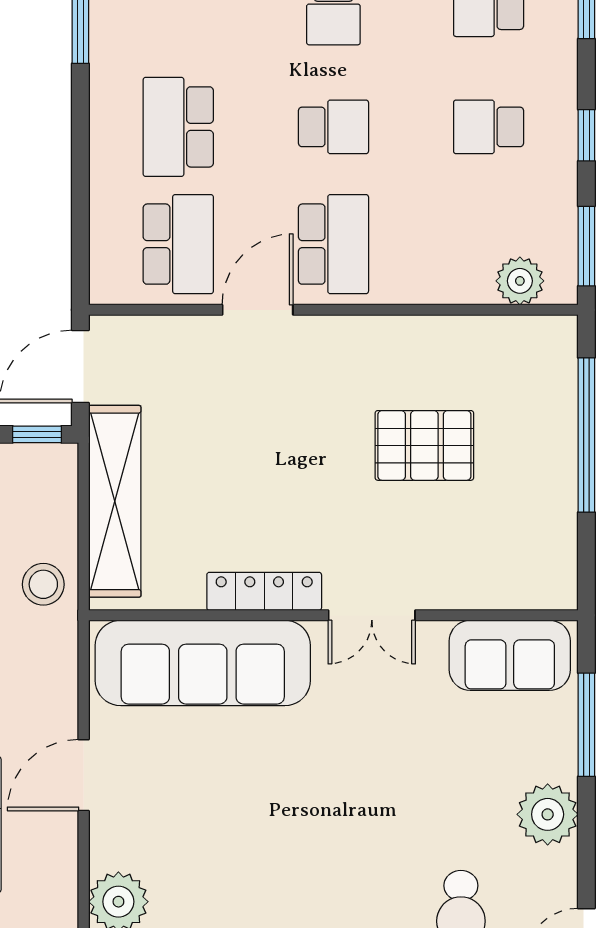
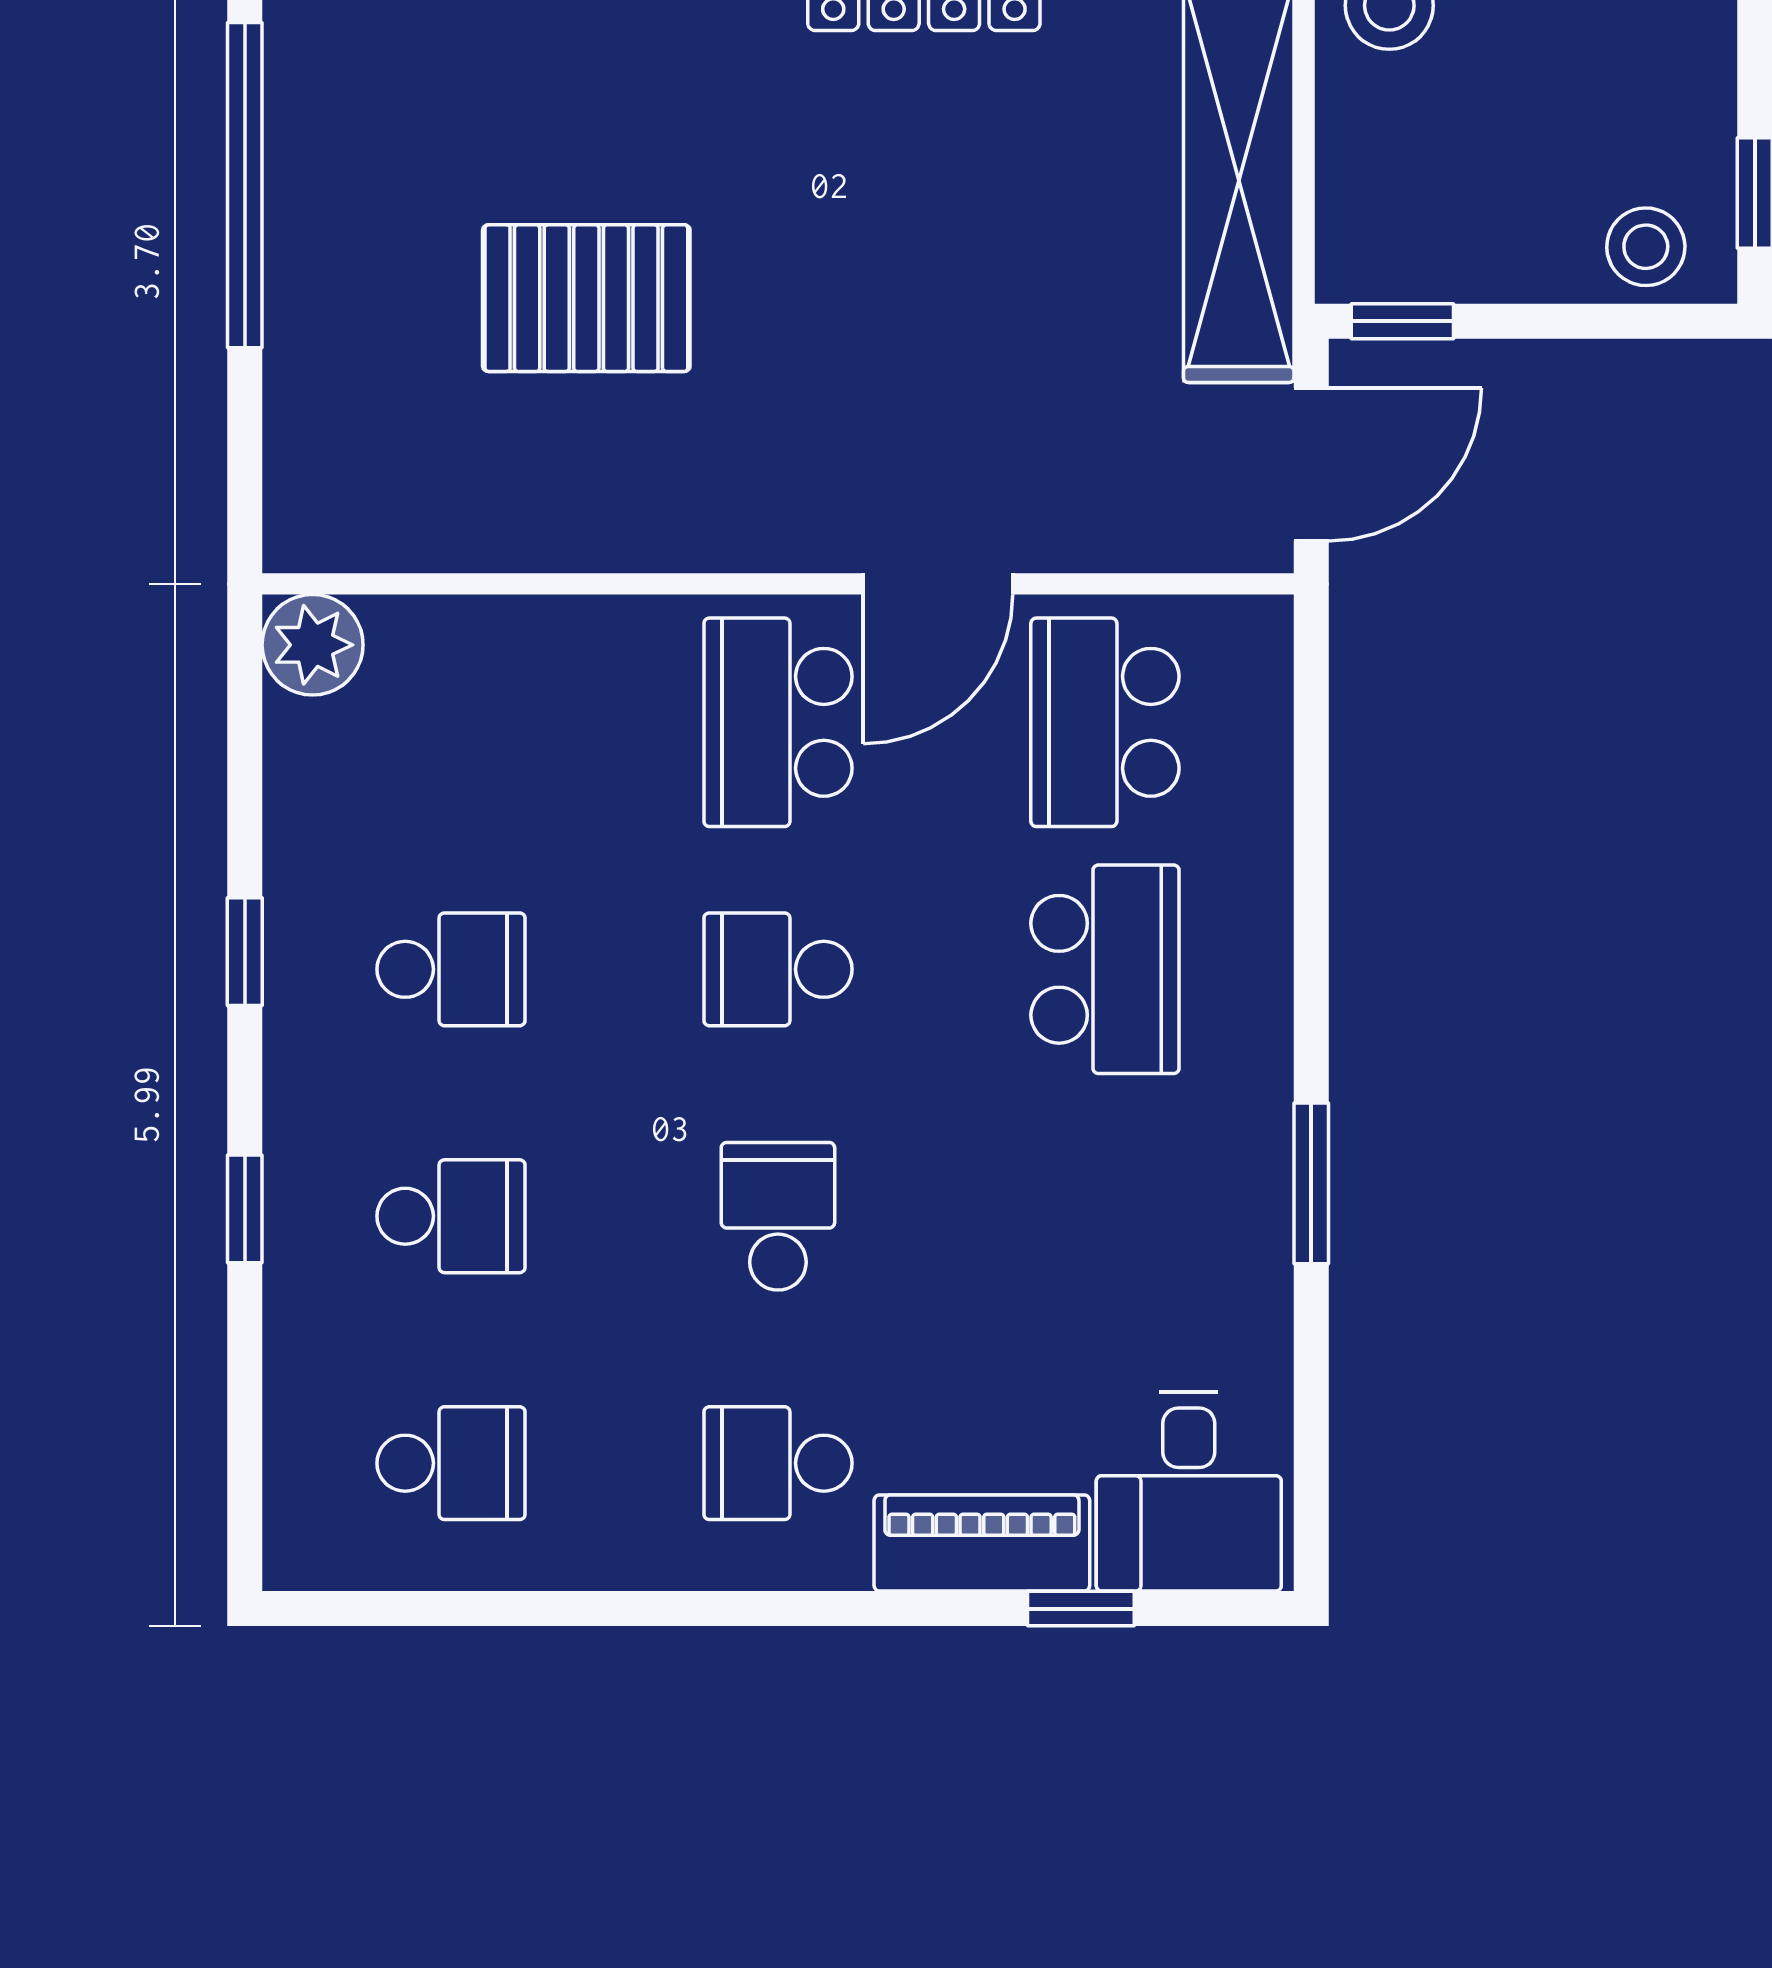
window: (586, 246) -> (245, 718), removed
plant: (520, 281) -> (313, 645), moved
window: (586, 435) -> (245, 185), moved

